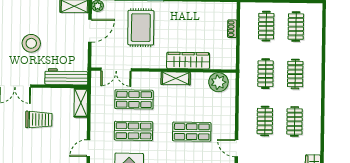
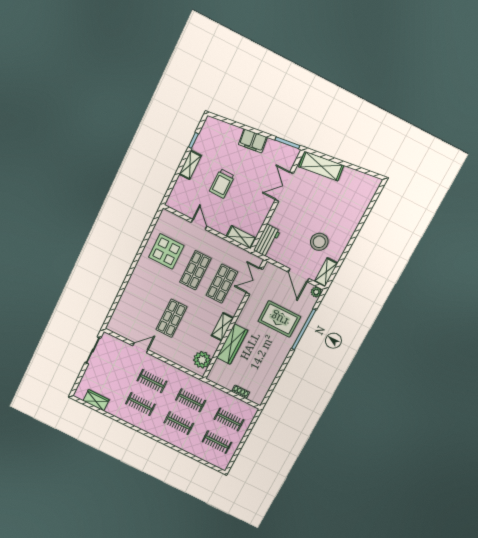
stool: (31, 43) -> (319, 242), moved
workbench: (66, 77) -> (267, 241), width x0.73
trolley: (39, 120) -> (222, 184), moved

